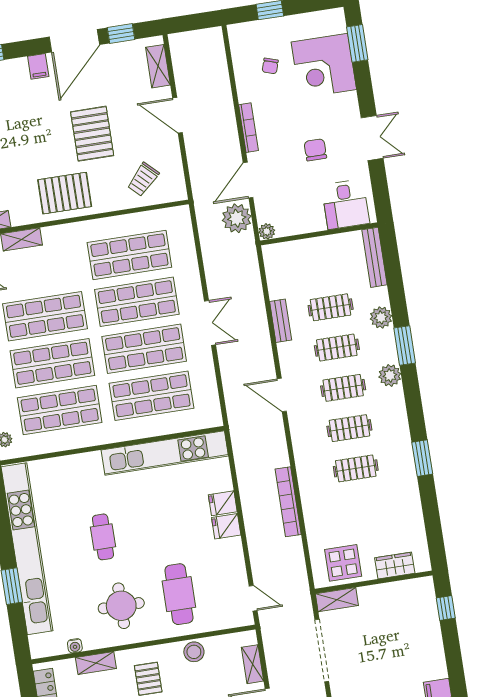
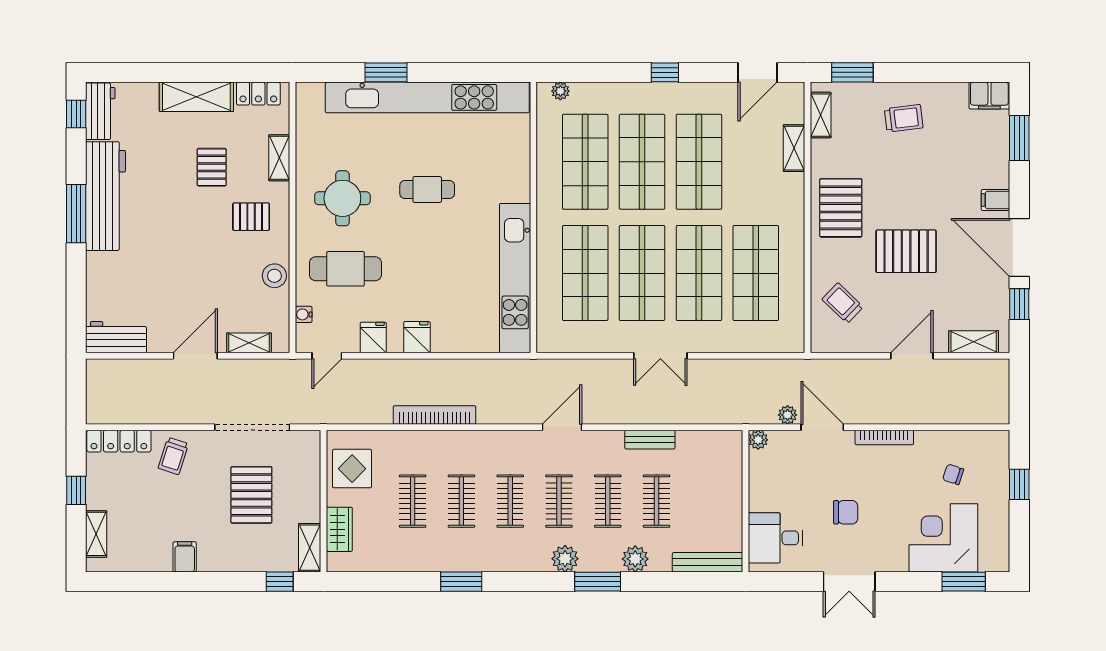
plant: (237, 218) -> (788, 415), width x0.53, depth x0.53
fridge: (223, 503) -> (373, 337), moved
clothes rail: (362, 509) -> (413, 501), added
shelving: (337, 600) -> (310, 548), moved
pallet: (378, 643) -> (251, 495), added
water cooler: (75, 646) -> (304, 314), moved

